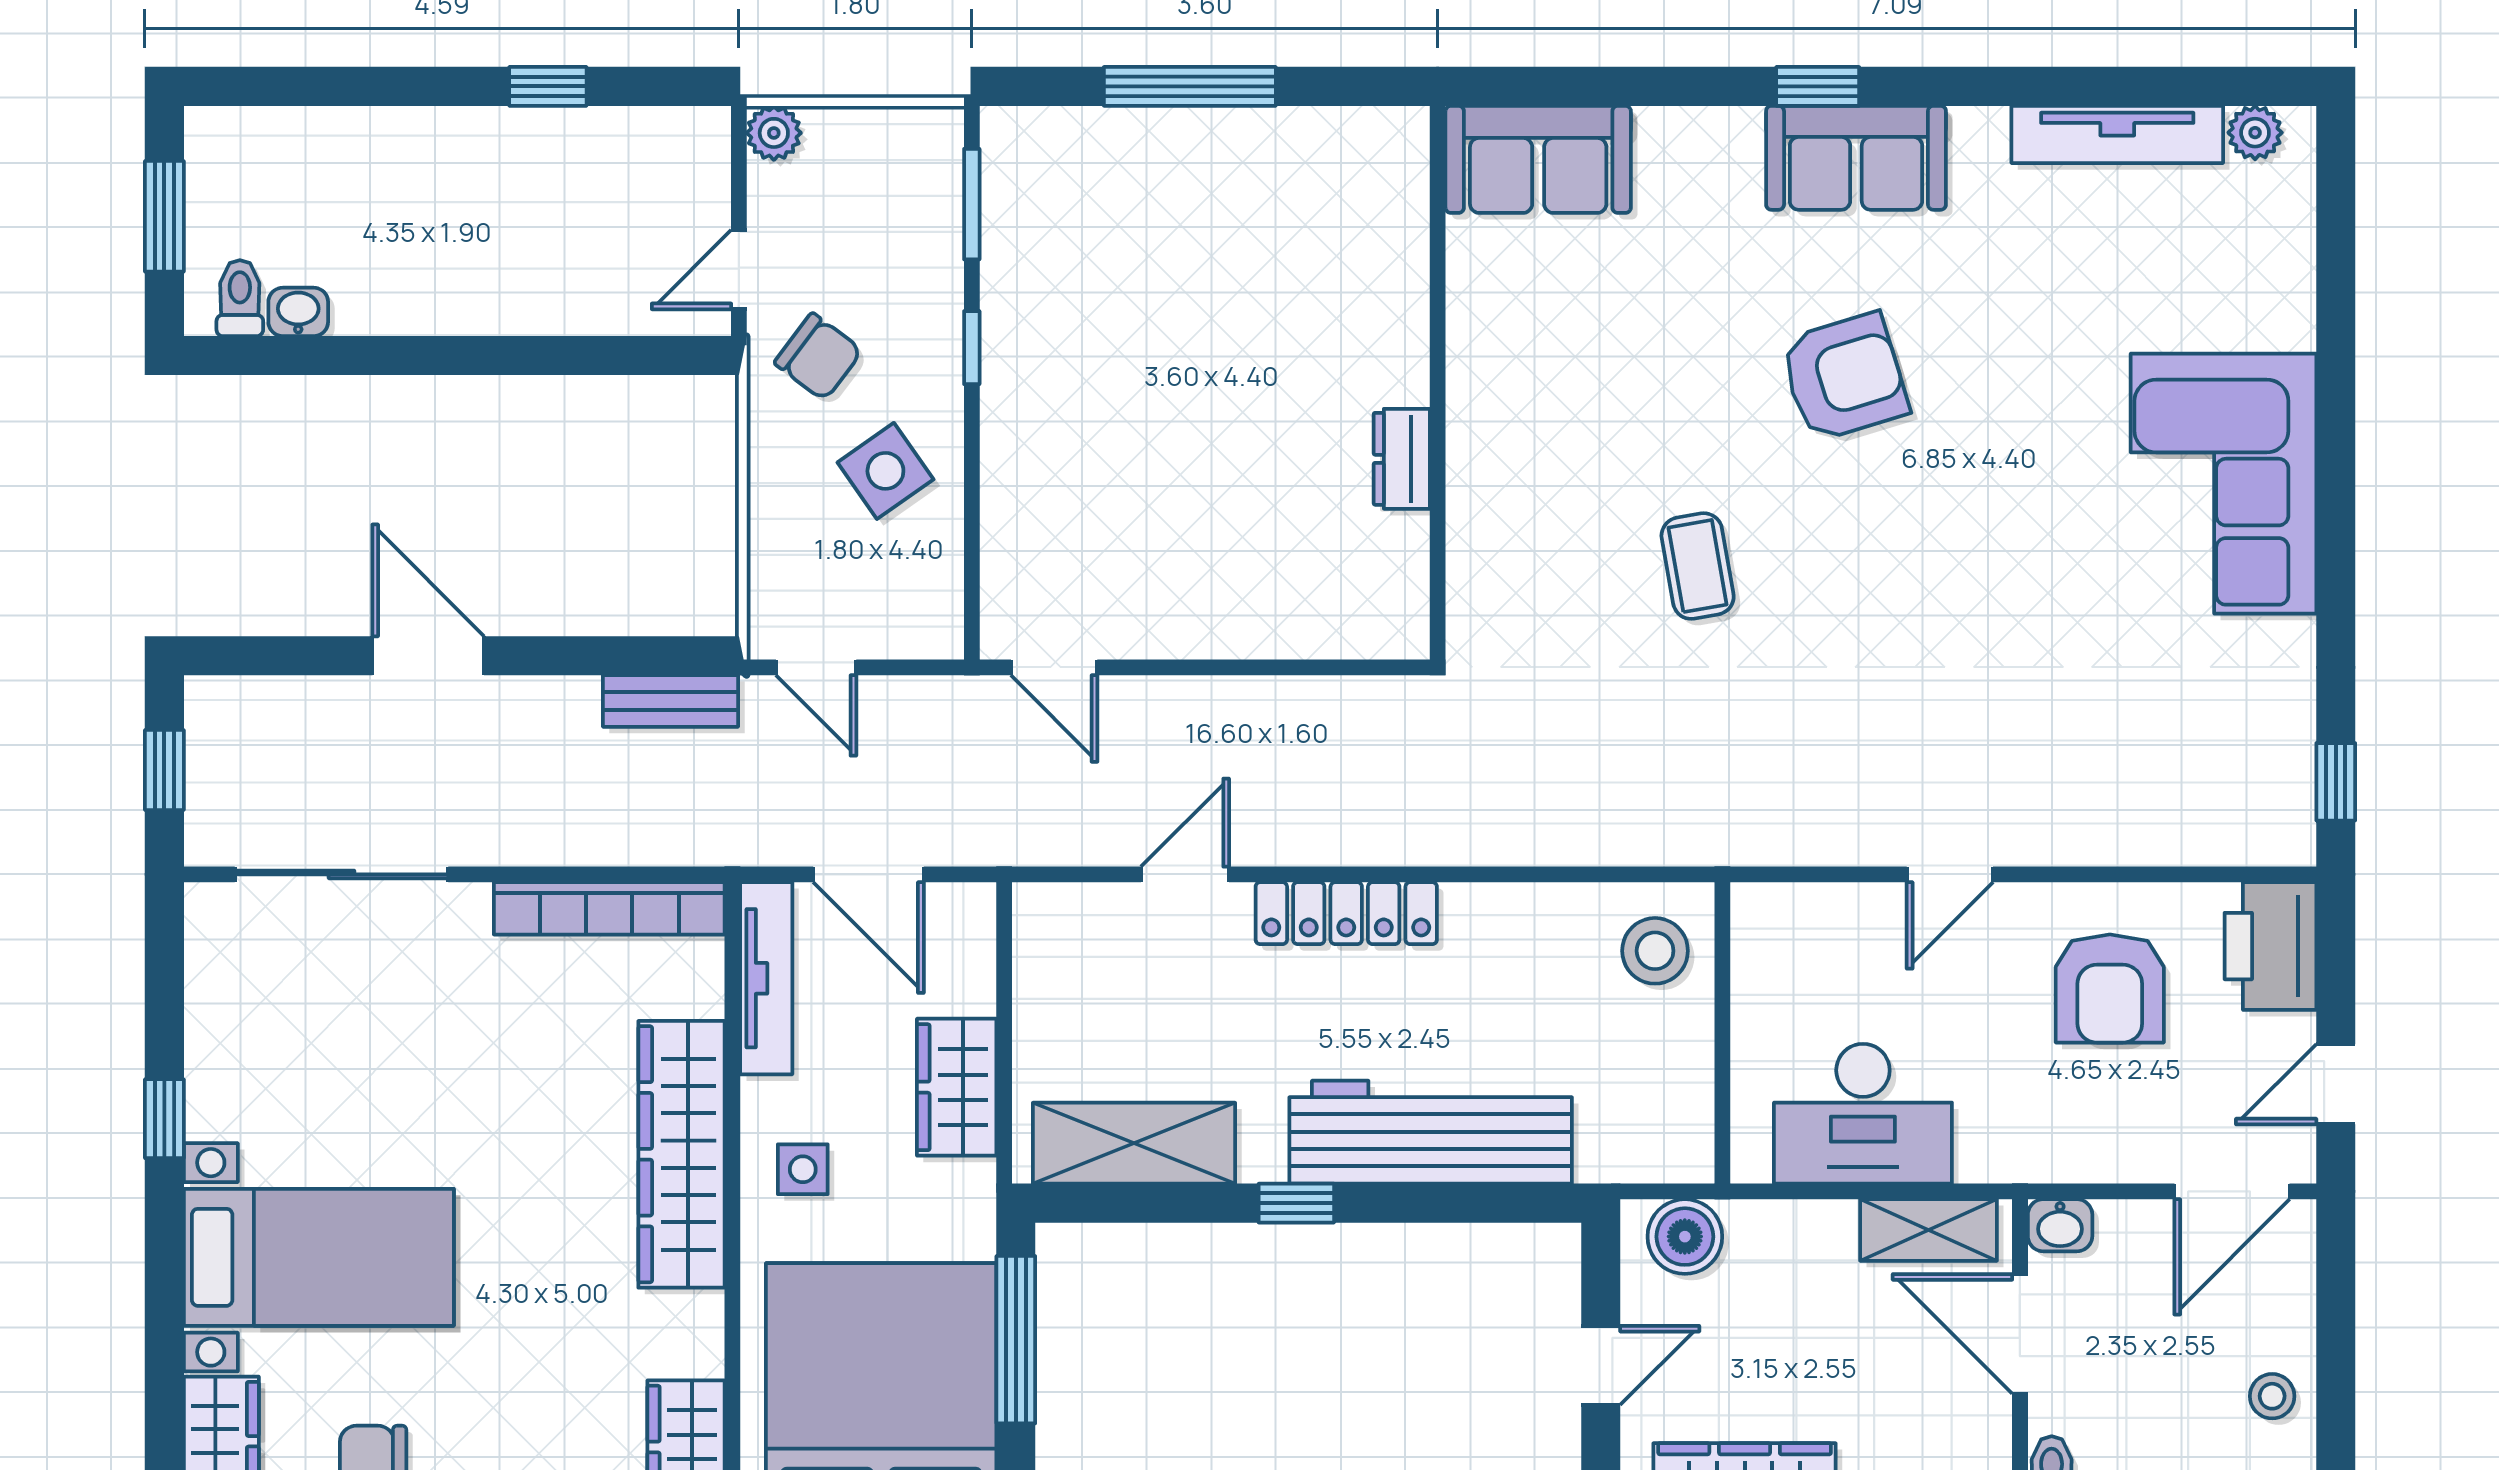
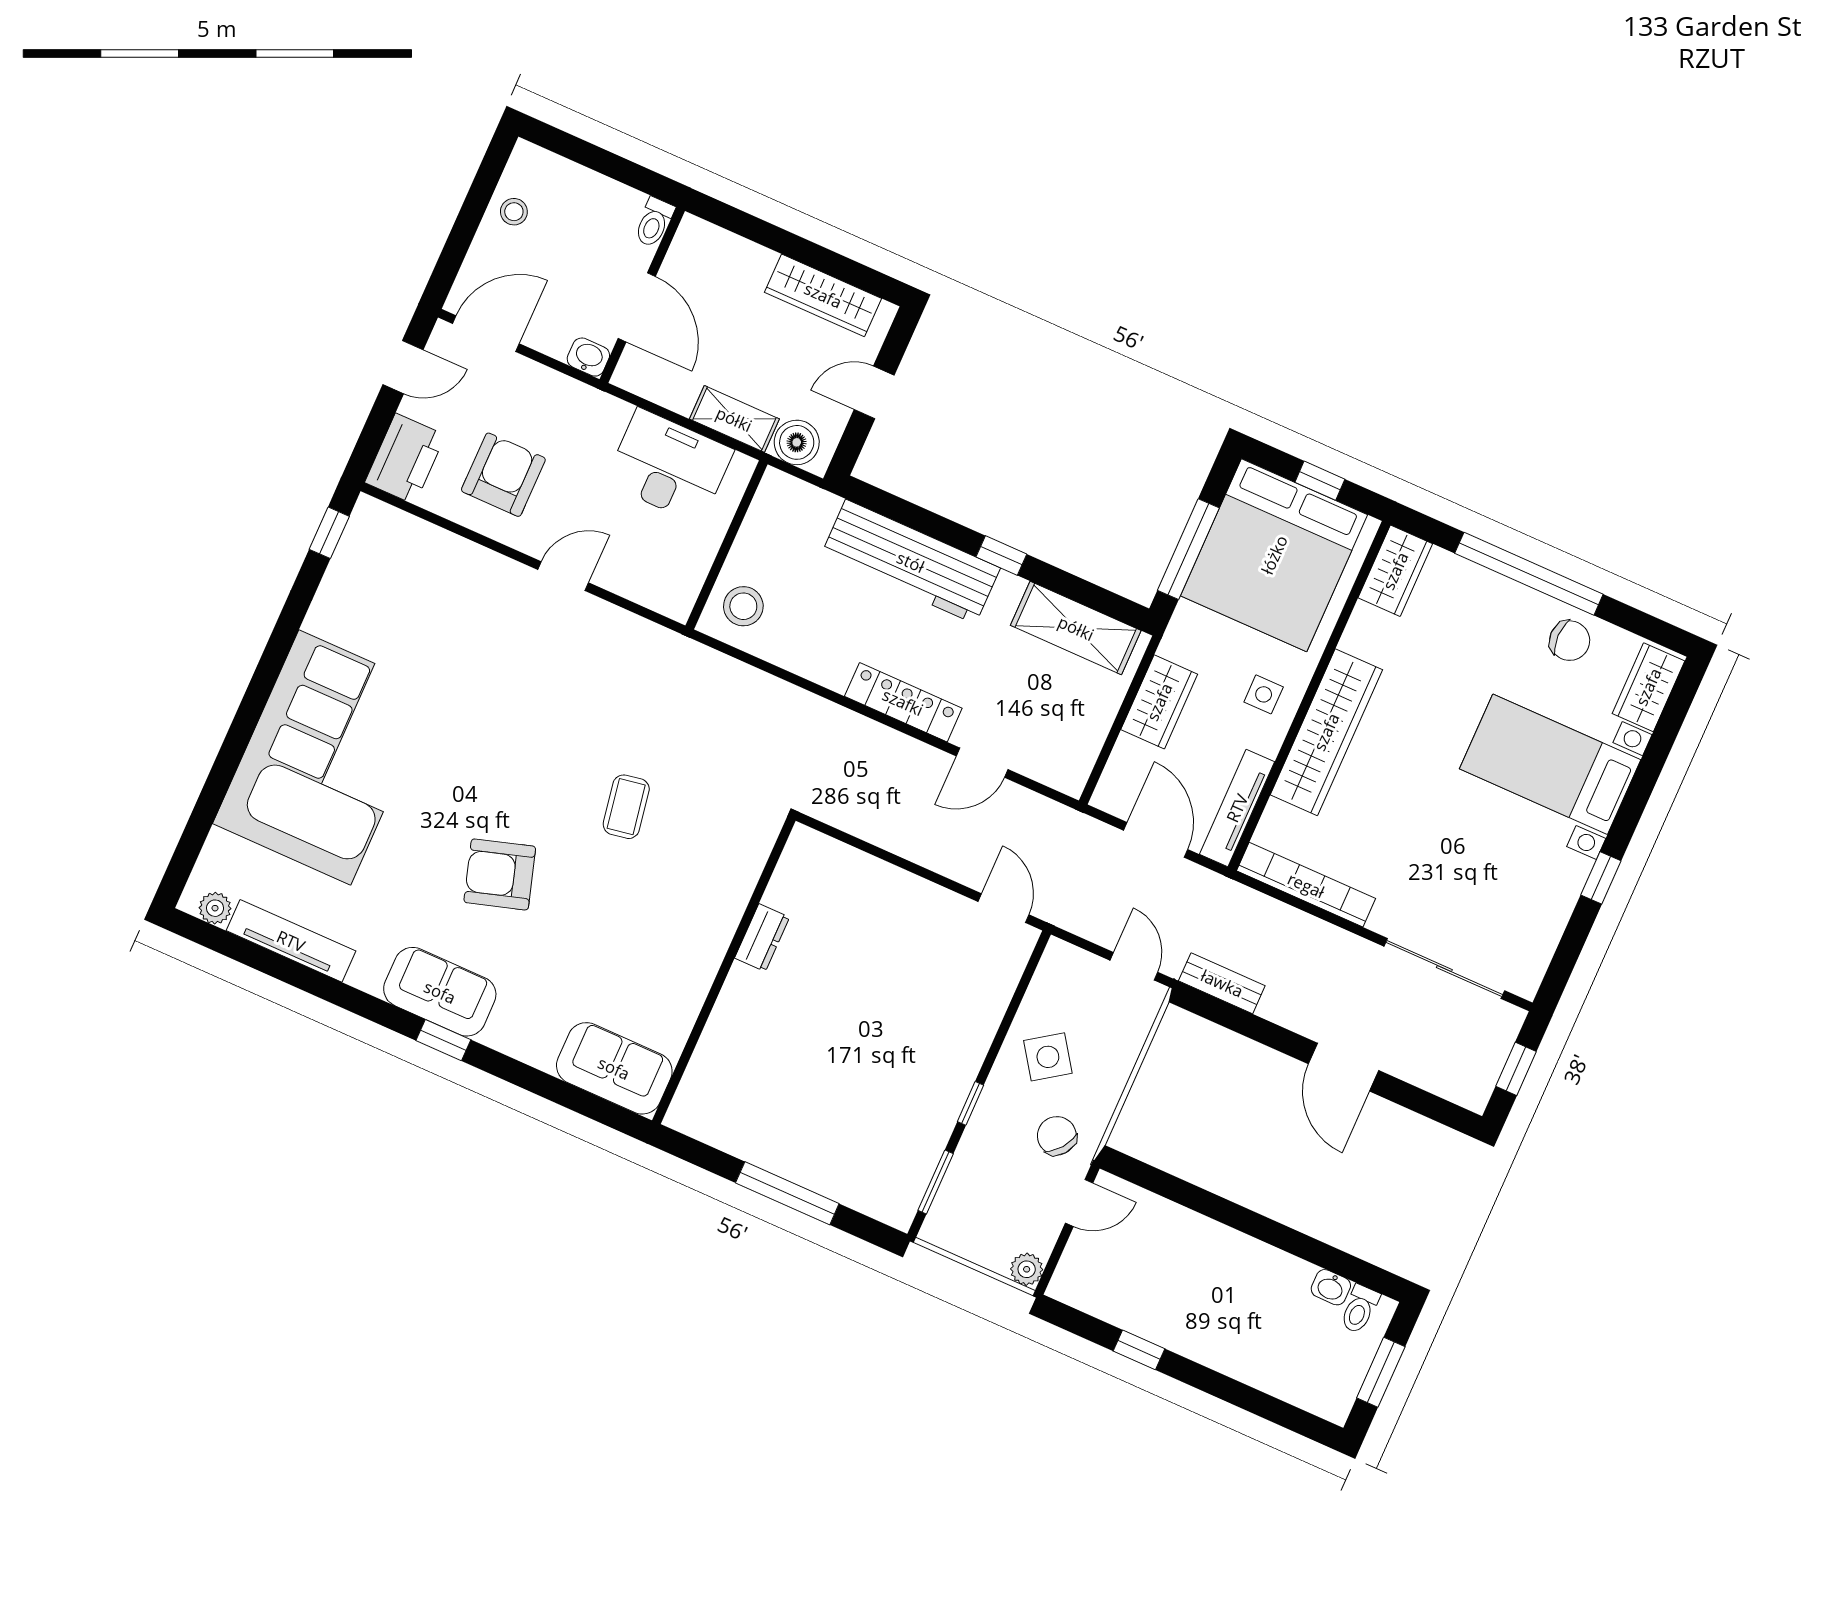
corner sofa: (2224, 484) -> (325, 757), width x1.36, depth x1.36
shelving: (1928, 1230) -> (734, 419), moved

